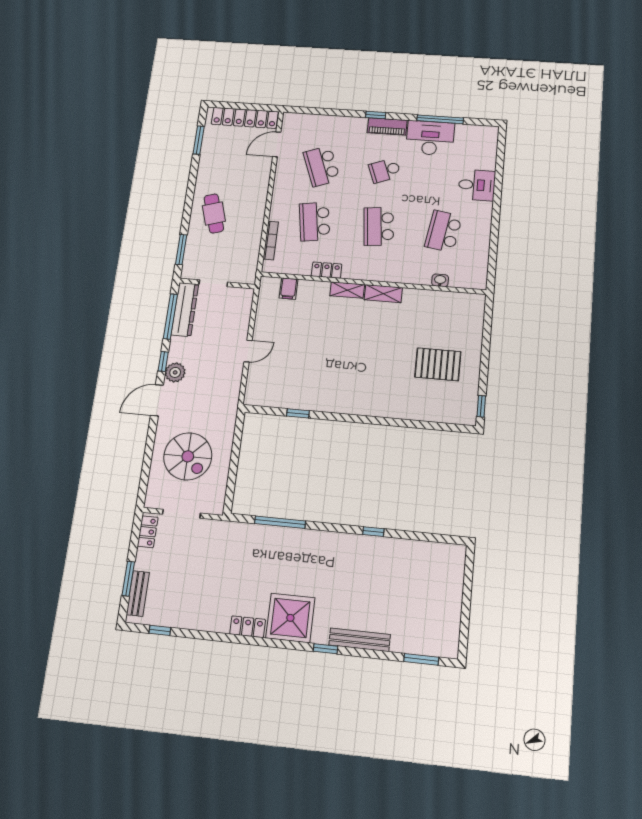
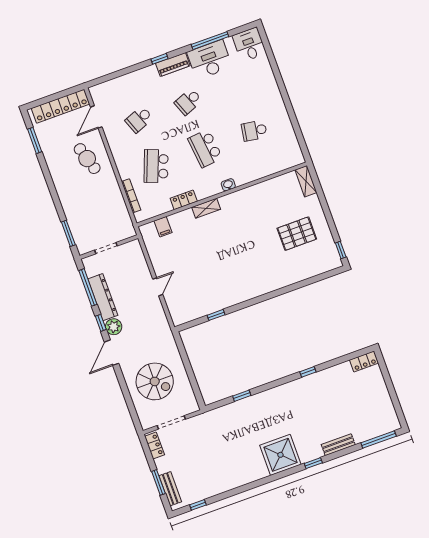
school desk: (322, 166) -> (139, 119), width x0.54
desk: (477, 185) -> (249, 45), moved, turned -90
cafe table: (214, 213) -> (87, 159), moved
school desk: (315, 222) -> (156, 166), turned 30
school desk: (443, 231) -> (254, 131), width x0.54
washbasin: (440, 280) -> (228, 185), moved
shelving: (383, 294) -> (306, 181), moved, turned 90
dresser: (185, 309) -> (103, 297), moved
window: (280, 522) -> (242, 396), width x0.46
locker: (248, 627) -> (364, 361), moved, turned 180
bench: (360, 640) -> (338, 445), width x0.73
window: (421, 659) -> (379, 439), width x1.44

